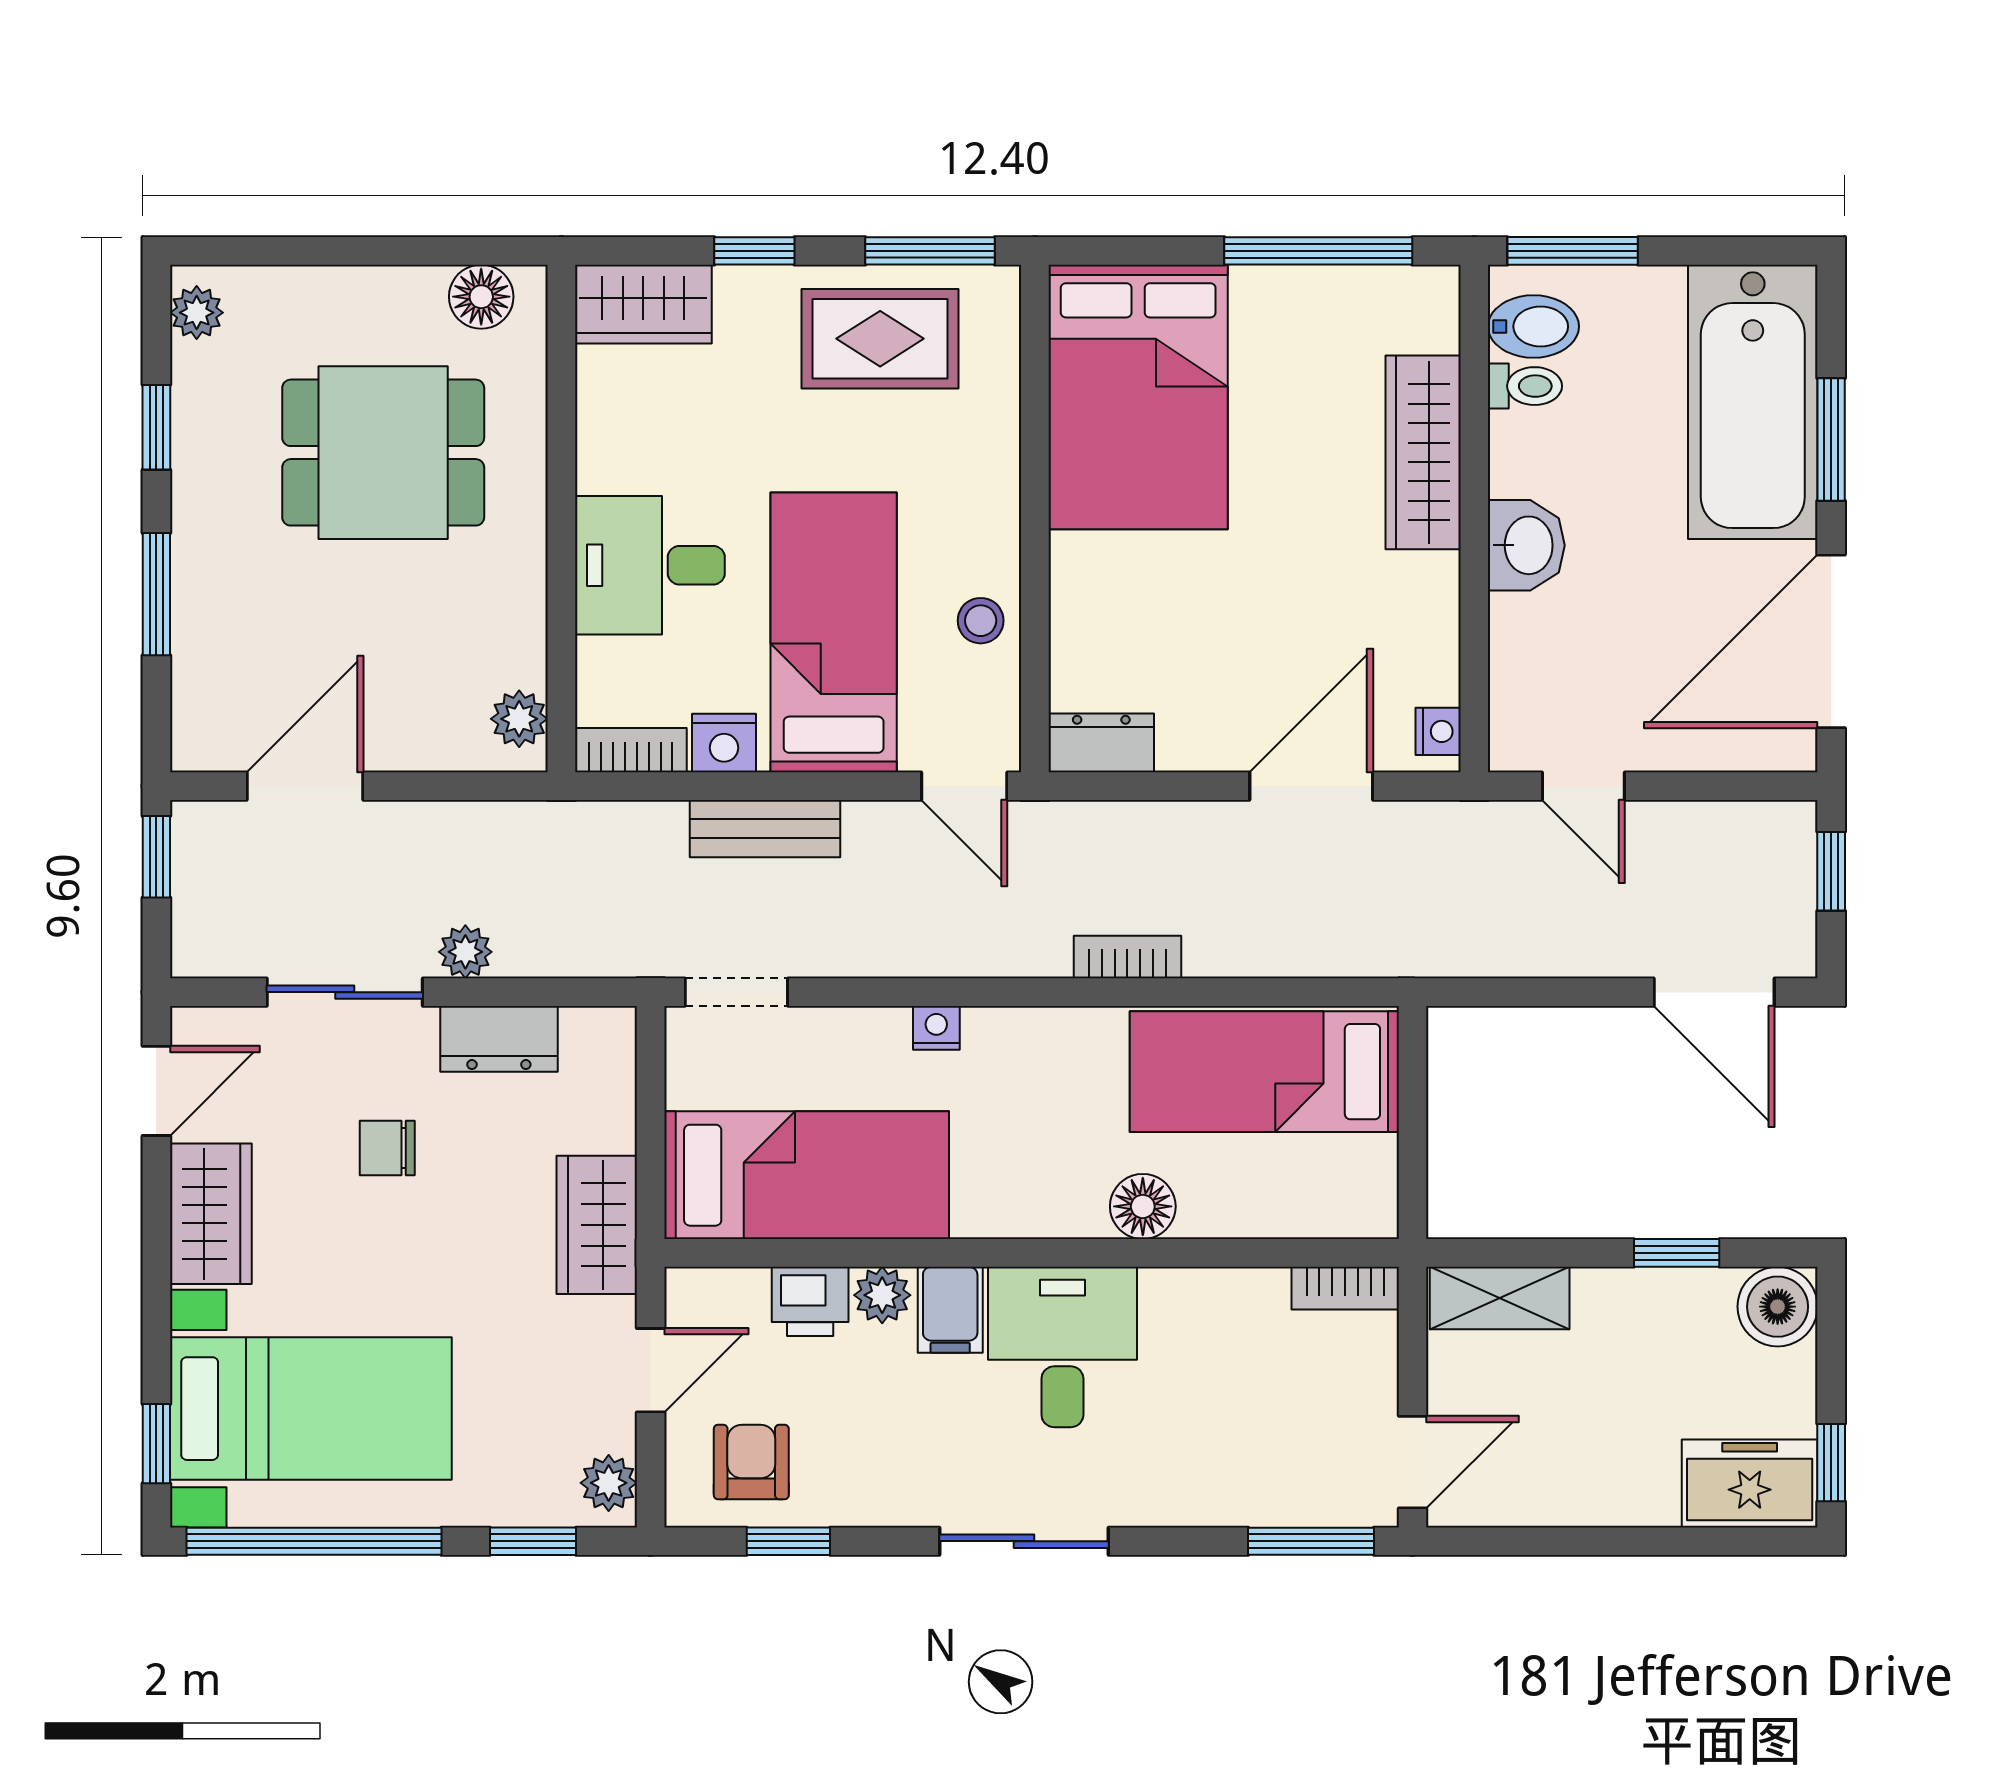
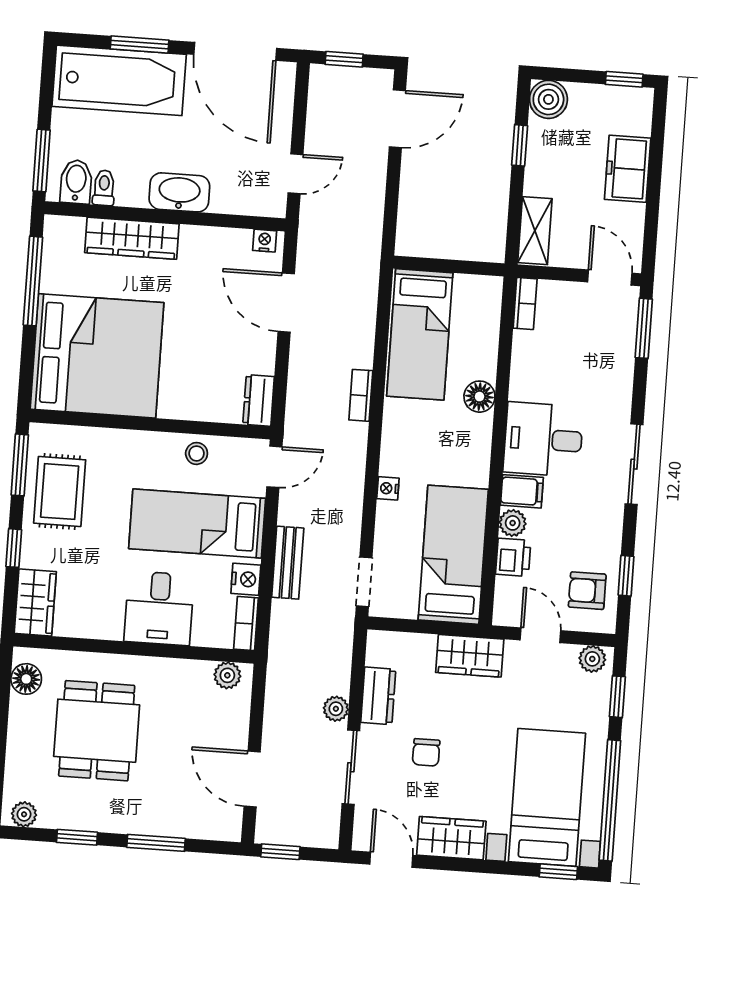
bed: (1138, 397) -> (97, 356), width x1.36
washbasin: (1526, 545) -> (179, 192), width x1.38
freezer: (1750, 1483) -> (628, 169), moved

